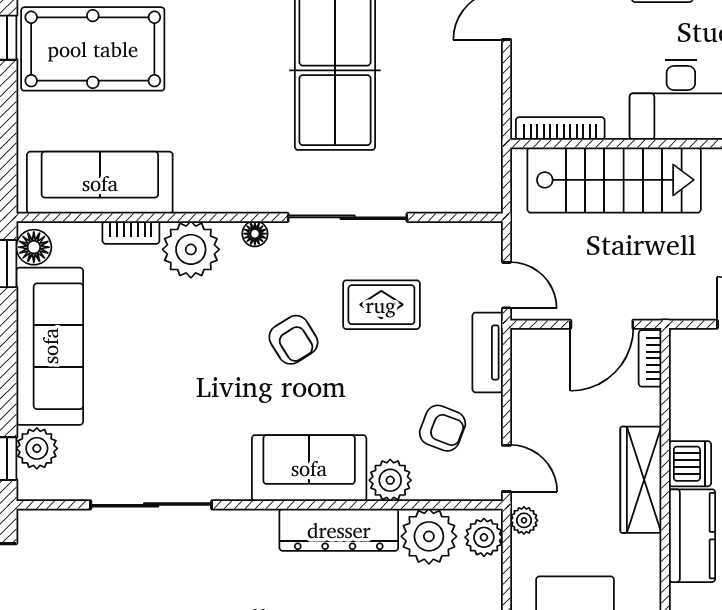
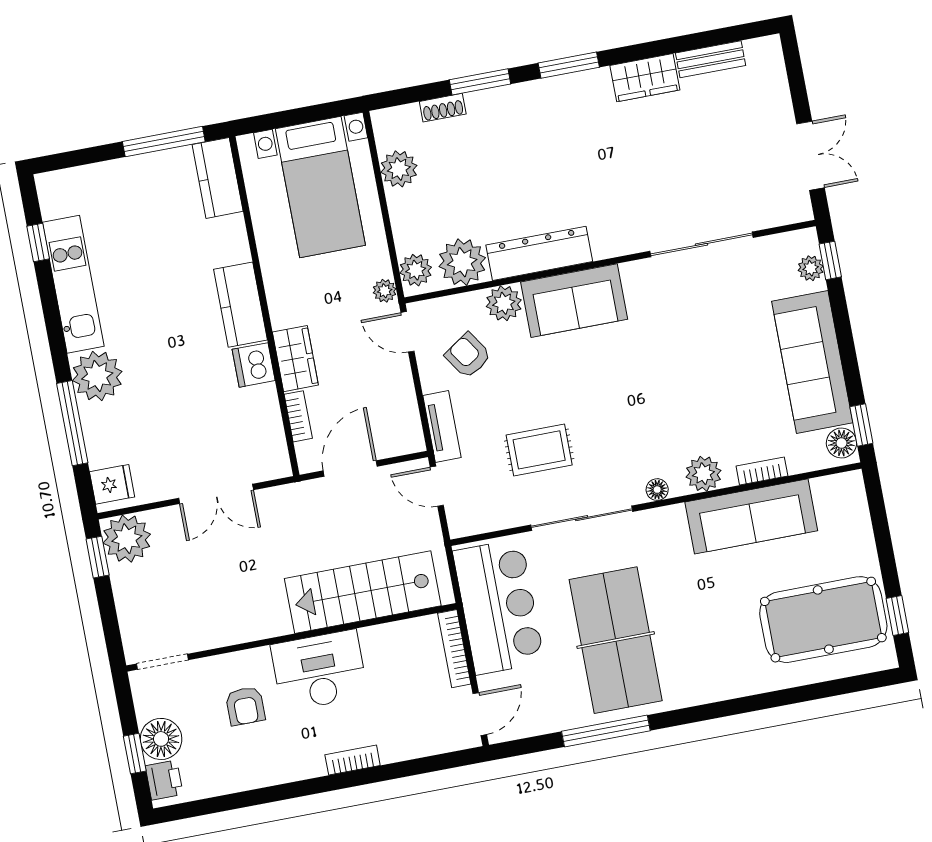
bookcase: (560, 129) -> (454, 649), moved, turned 90
bar counter: (462, 134) -> (499, 607), added
sofa: (100, 183) -> (751, 516), moved
plant: (191, 249) -> (703, 474), width x0.73, depth x0.73
armchair: (293, 340) -> (608, 406), removed
bookcase: (650, 358) -> (298, 416), moved
armchair: (442, 428) -> (468, 355), turned 35
plant: (37, 448) -> (811, 268), width x0.73, depth x0.73
wardrobe: (641, 480) -> (295, 359), width x0.67

